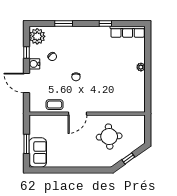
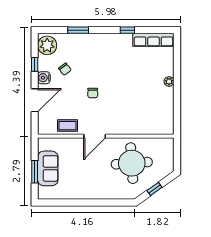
door: (27, 83) -> (35, 100), swing flipped
round table: (109, 137) -> (132, 163), width x1.36, depth x1.36
sofa: (38, 152) -> (48, 168), moved

